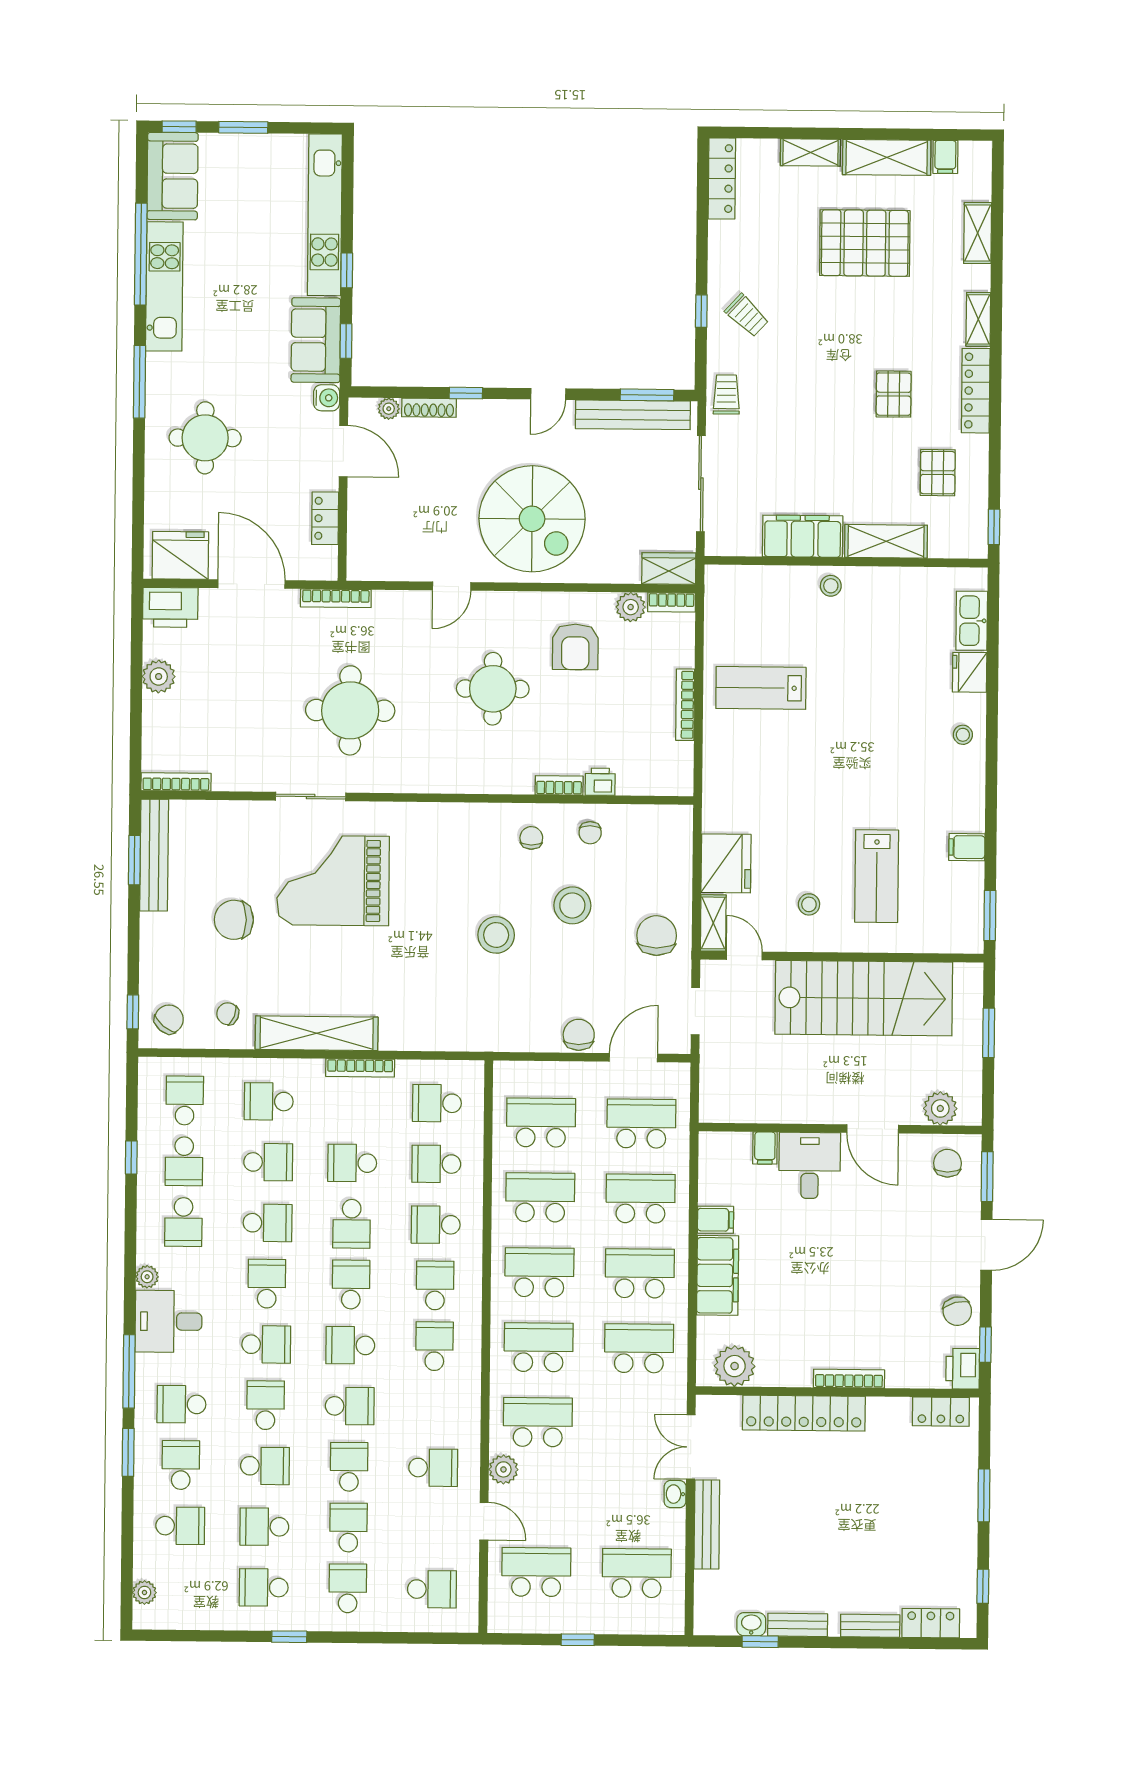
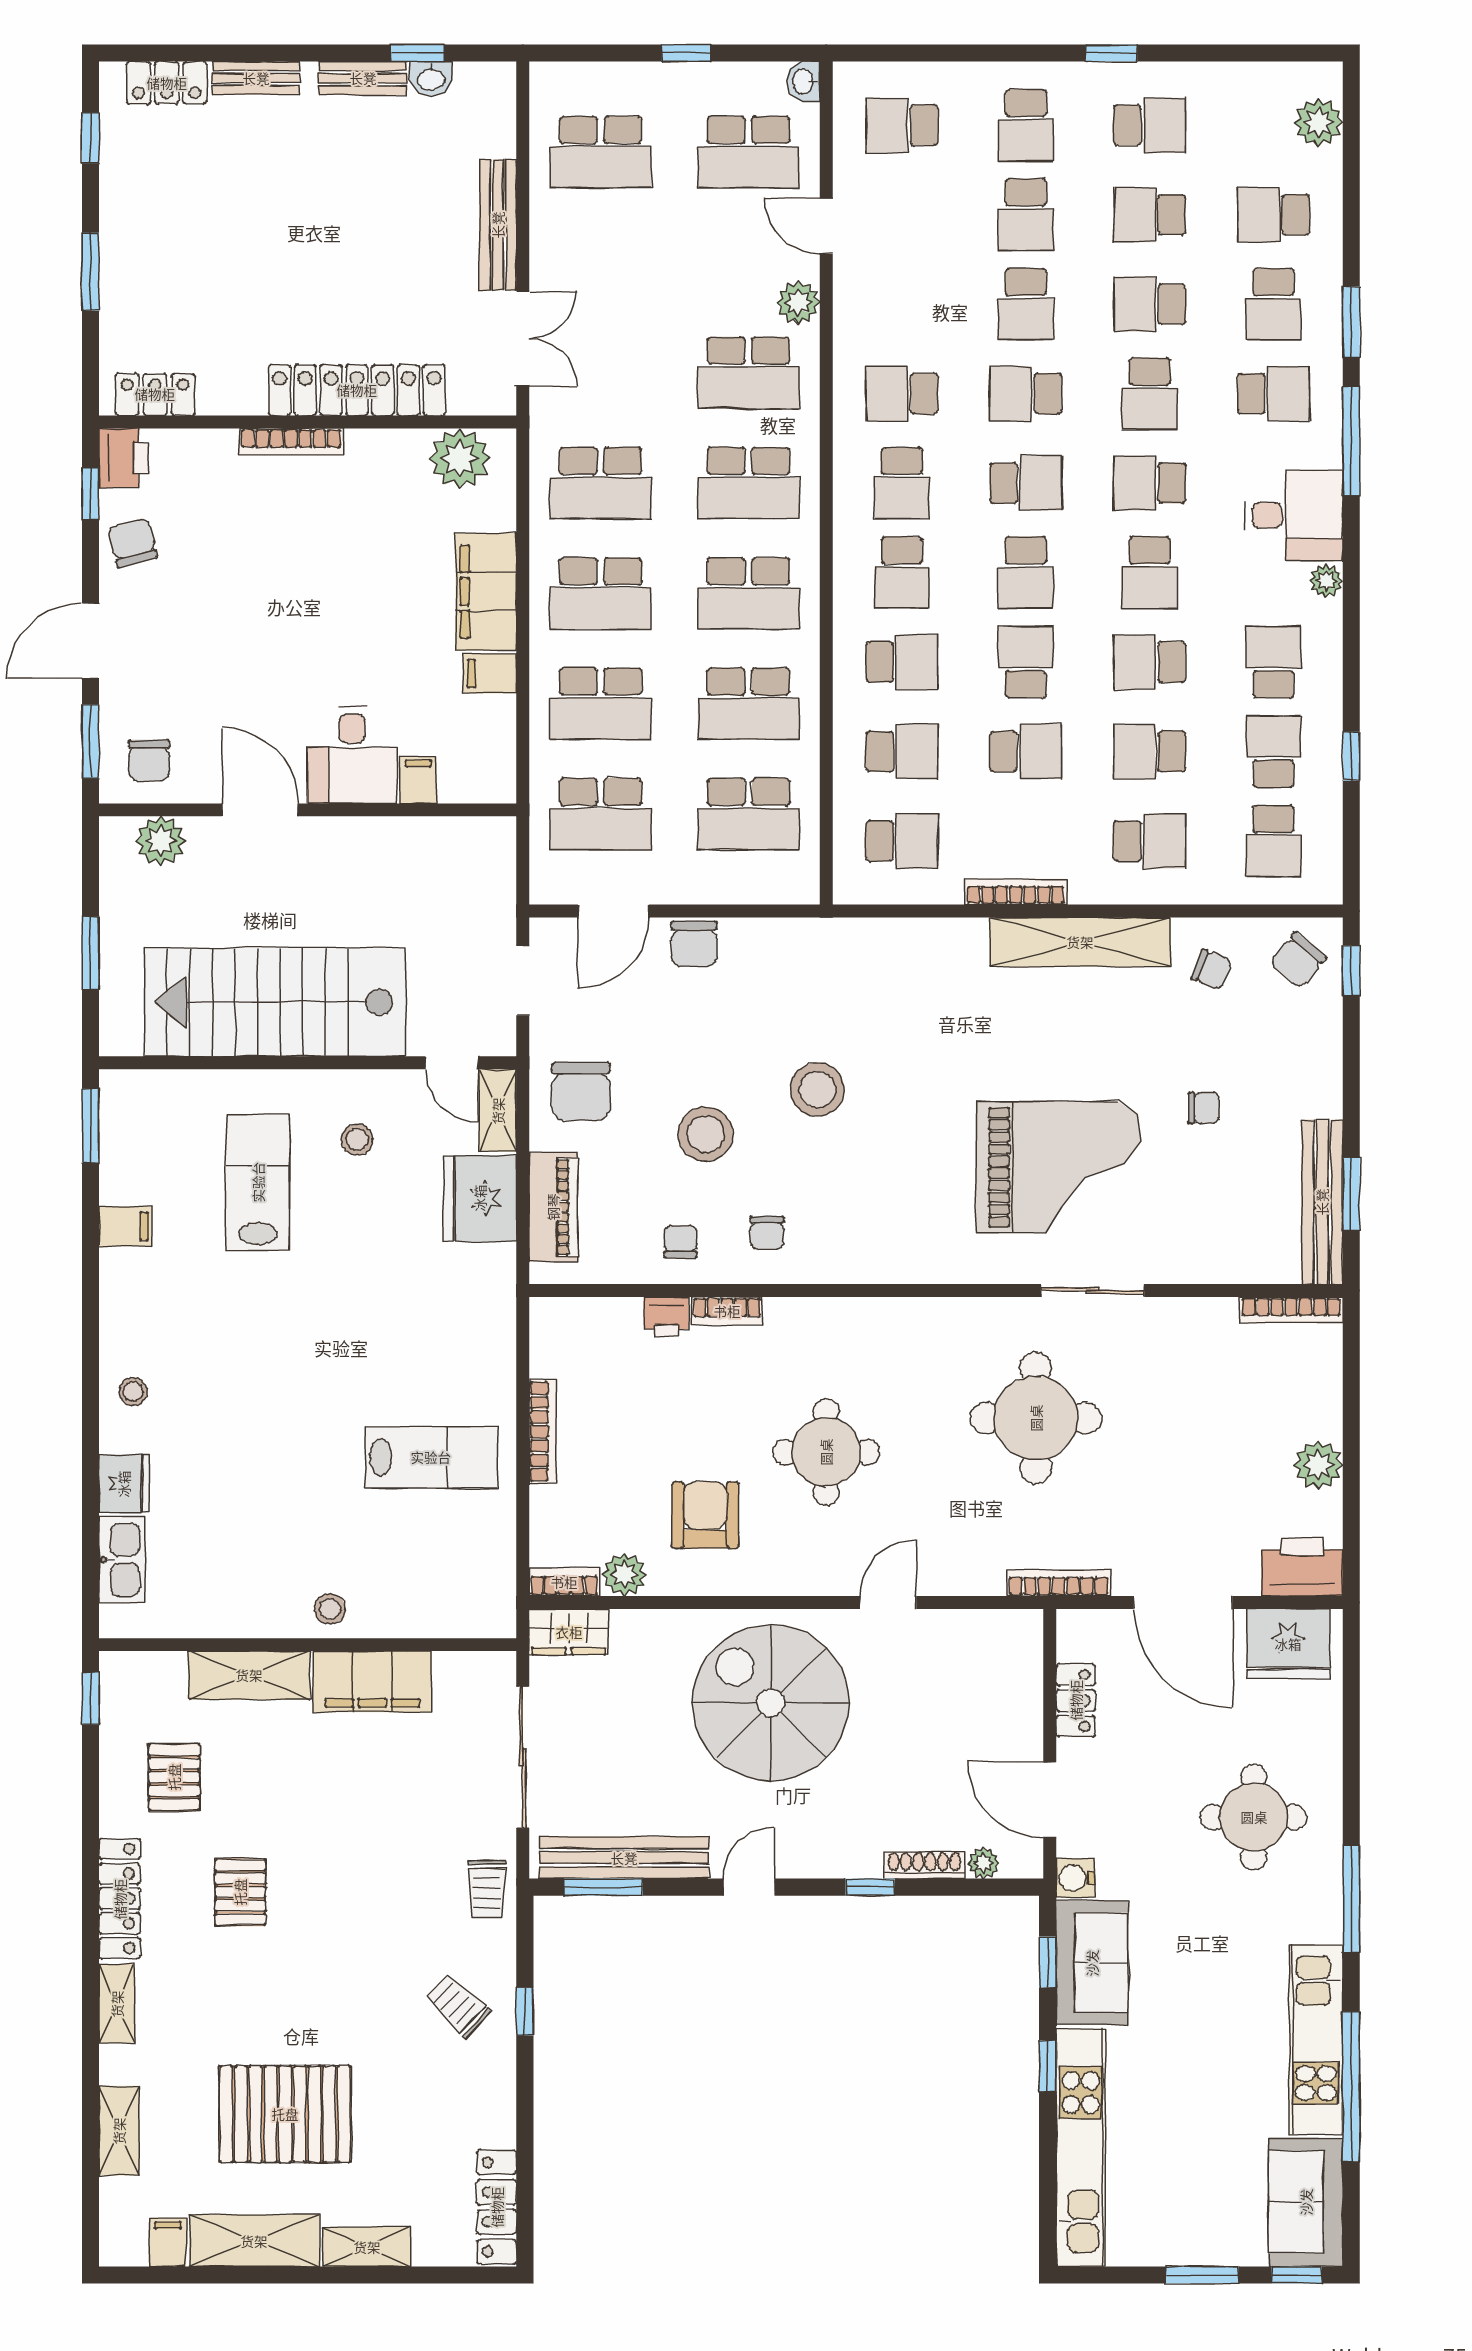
piano: (676, 857) -> (553, 1207), added
chair: (234, 920) -> (1204, 1108), width x0.54, depth x0.54
school desk: (433, 1468) -> (902, 394), moved
washbasin: (675, 1494) -> (804, 81), moved, turned 180
school desk: (264, 1527) -> (1150, 215), turned 180
plant: (144, 1592) -> (1319, 122), width x1.38, depth x1.38

